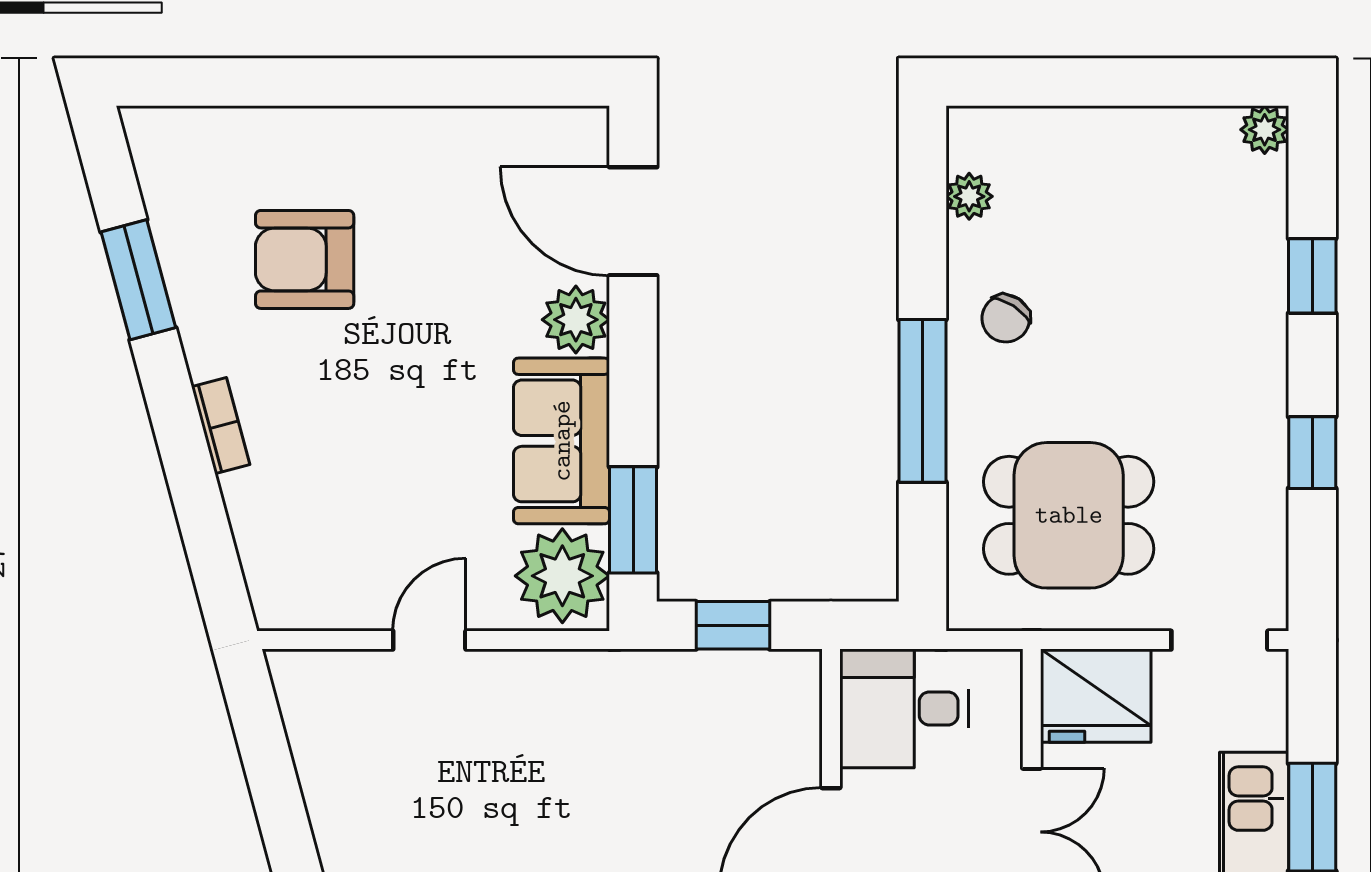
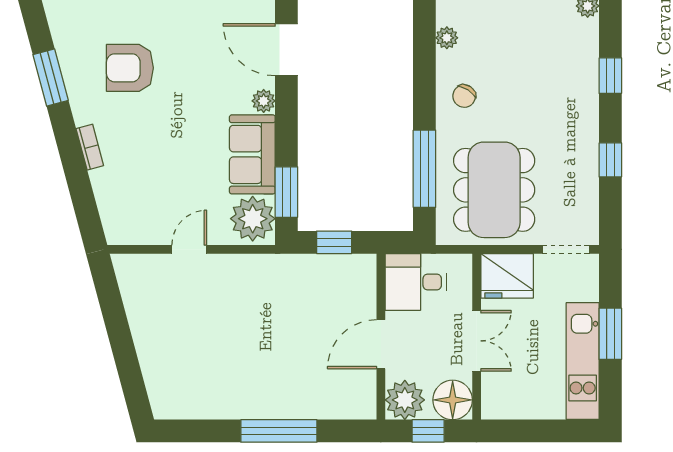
plant: (576, 320) -> (264, 101), width x0.73, depth x0.73
window: (922, 401) -> (424, 169), moved
dining table: (1069, 515) -> (494, 190), width x1.38

